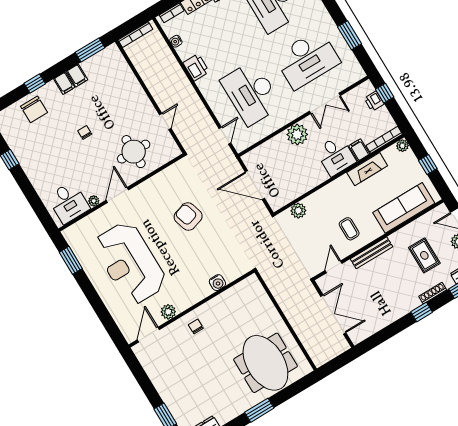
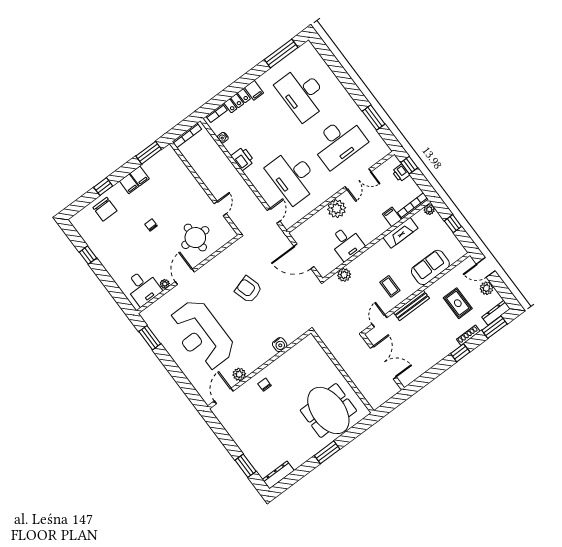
desk: (336, 156) -> (346, 243), moved
sofa: (404, 208) -> (430, 267), width x0.73

